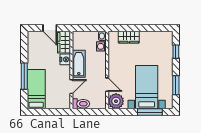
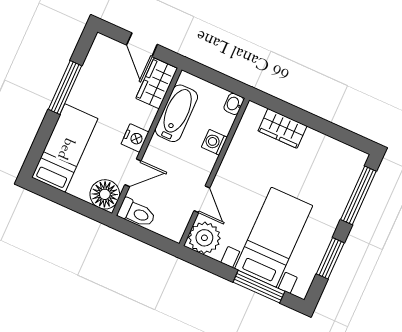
washing machine: (101, 46) -> (214, 142), moved
window: (176, 52) -> (358, 195), width x2.17
nightstand: (65, 59) -> (135, 138), moved
bathtub: (79, 64) -> (176, 113), moved
window: (24, 76) -> (65, 87), moved
floor lamp: (63, 102) -> (105, 194), added

